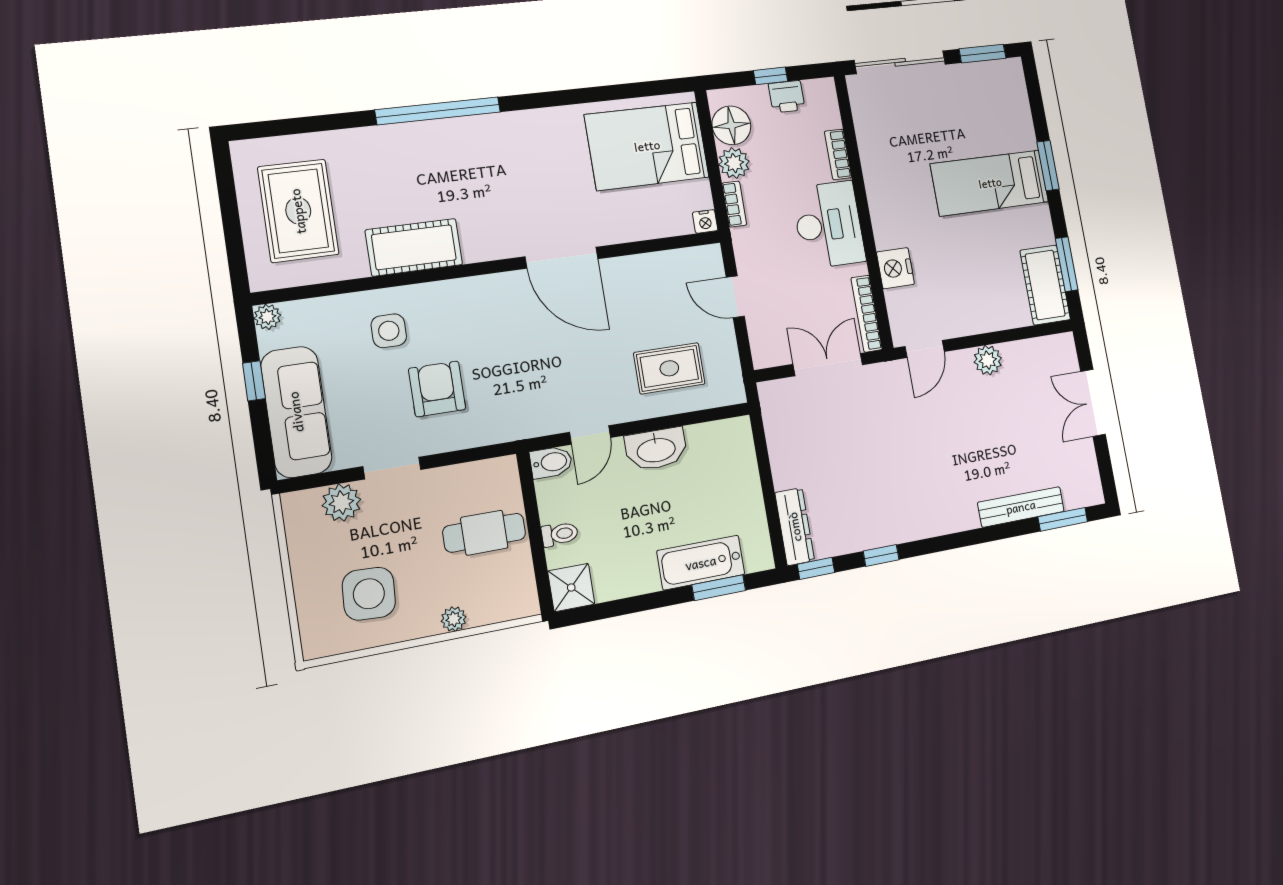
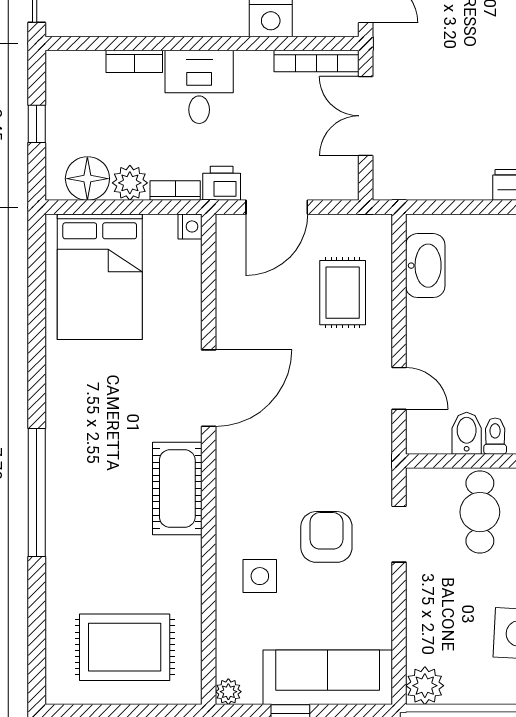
printer: (787, 97) -> (222, 183), moved, turned -90
desk: (829, 225) -> (199, 87), width x0.73
cot: (414, 247) -> (177, 489), moved
door: (735, 297) -> (277, 207), width x1.38
armchair: (437, 389) -> (326, 537), turned 90
washbasin: (656, 449) -> (425, 266), moved
bidet: (551, 462) -> (467, 433), moved
doorway: (392, 468) -> (399, 534), moved
plant: (341, 503) -> (425, 686), moved

